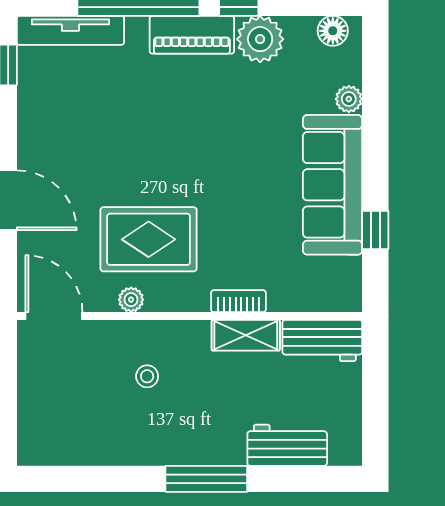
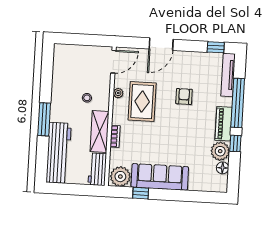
floor lamp: (333, 31) -> (223, 168), moved
plant: (349, 99) -> (120, 177), moved, width x1.88, depth x1.88
armchair: (130, 136) -> (184, 96), added
shelving: (246, 335) -> (99, 132), width x1.50, depth x1.33
workbench: (287, 445) -> (59, 153), width x1.88, depth x1.32

